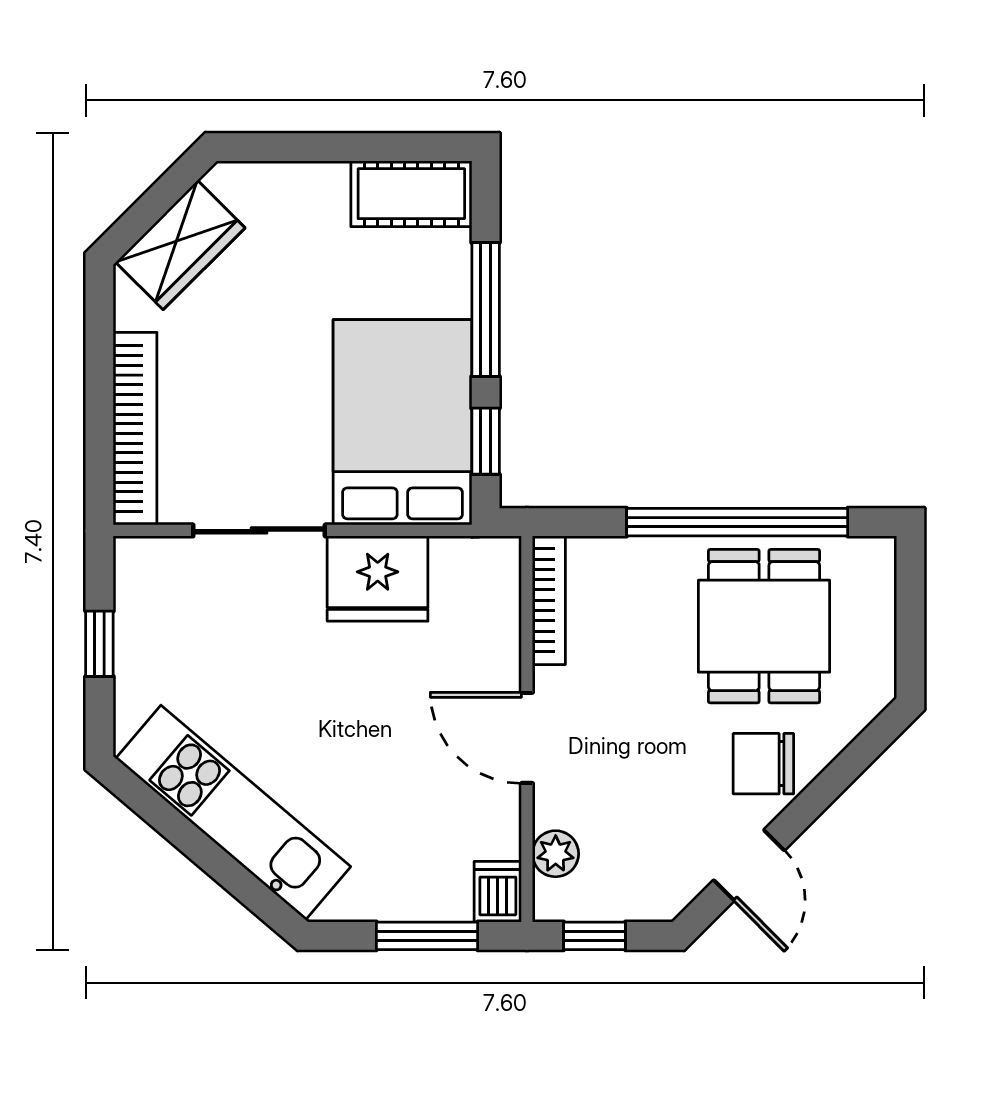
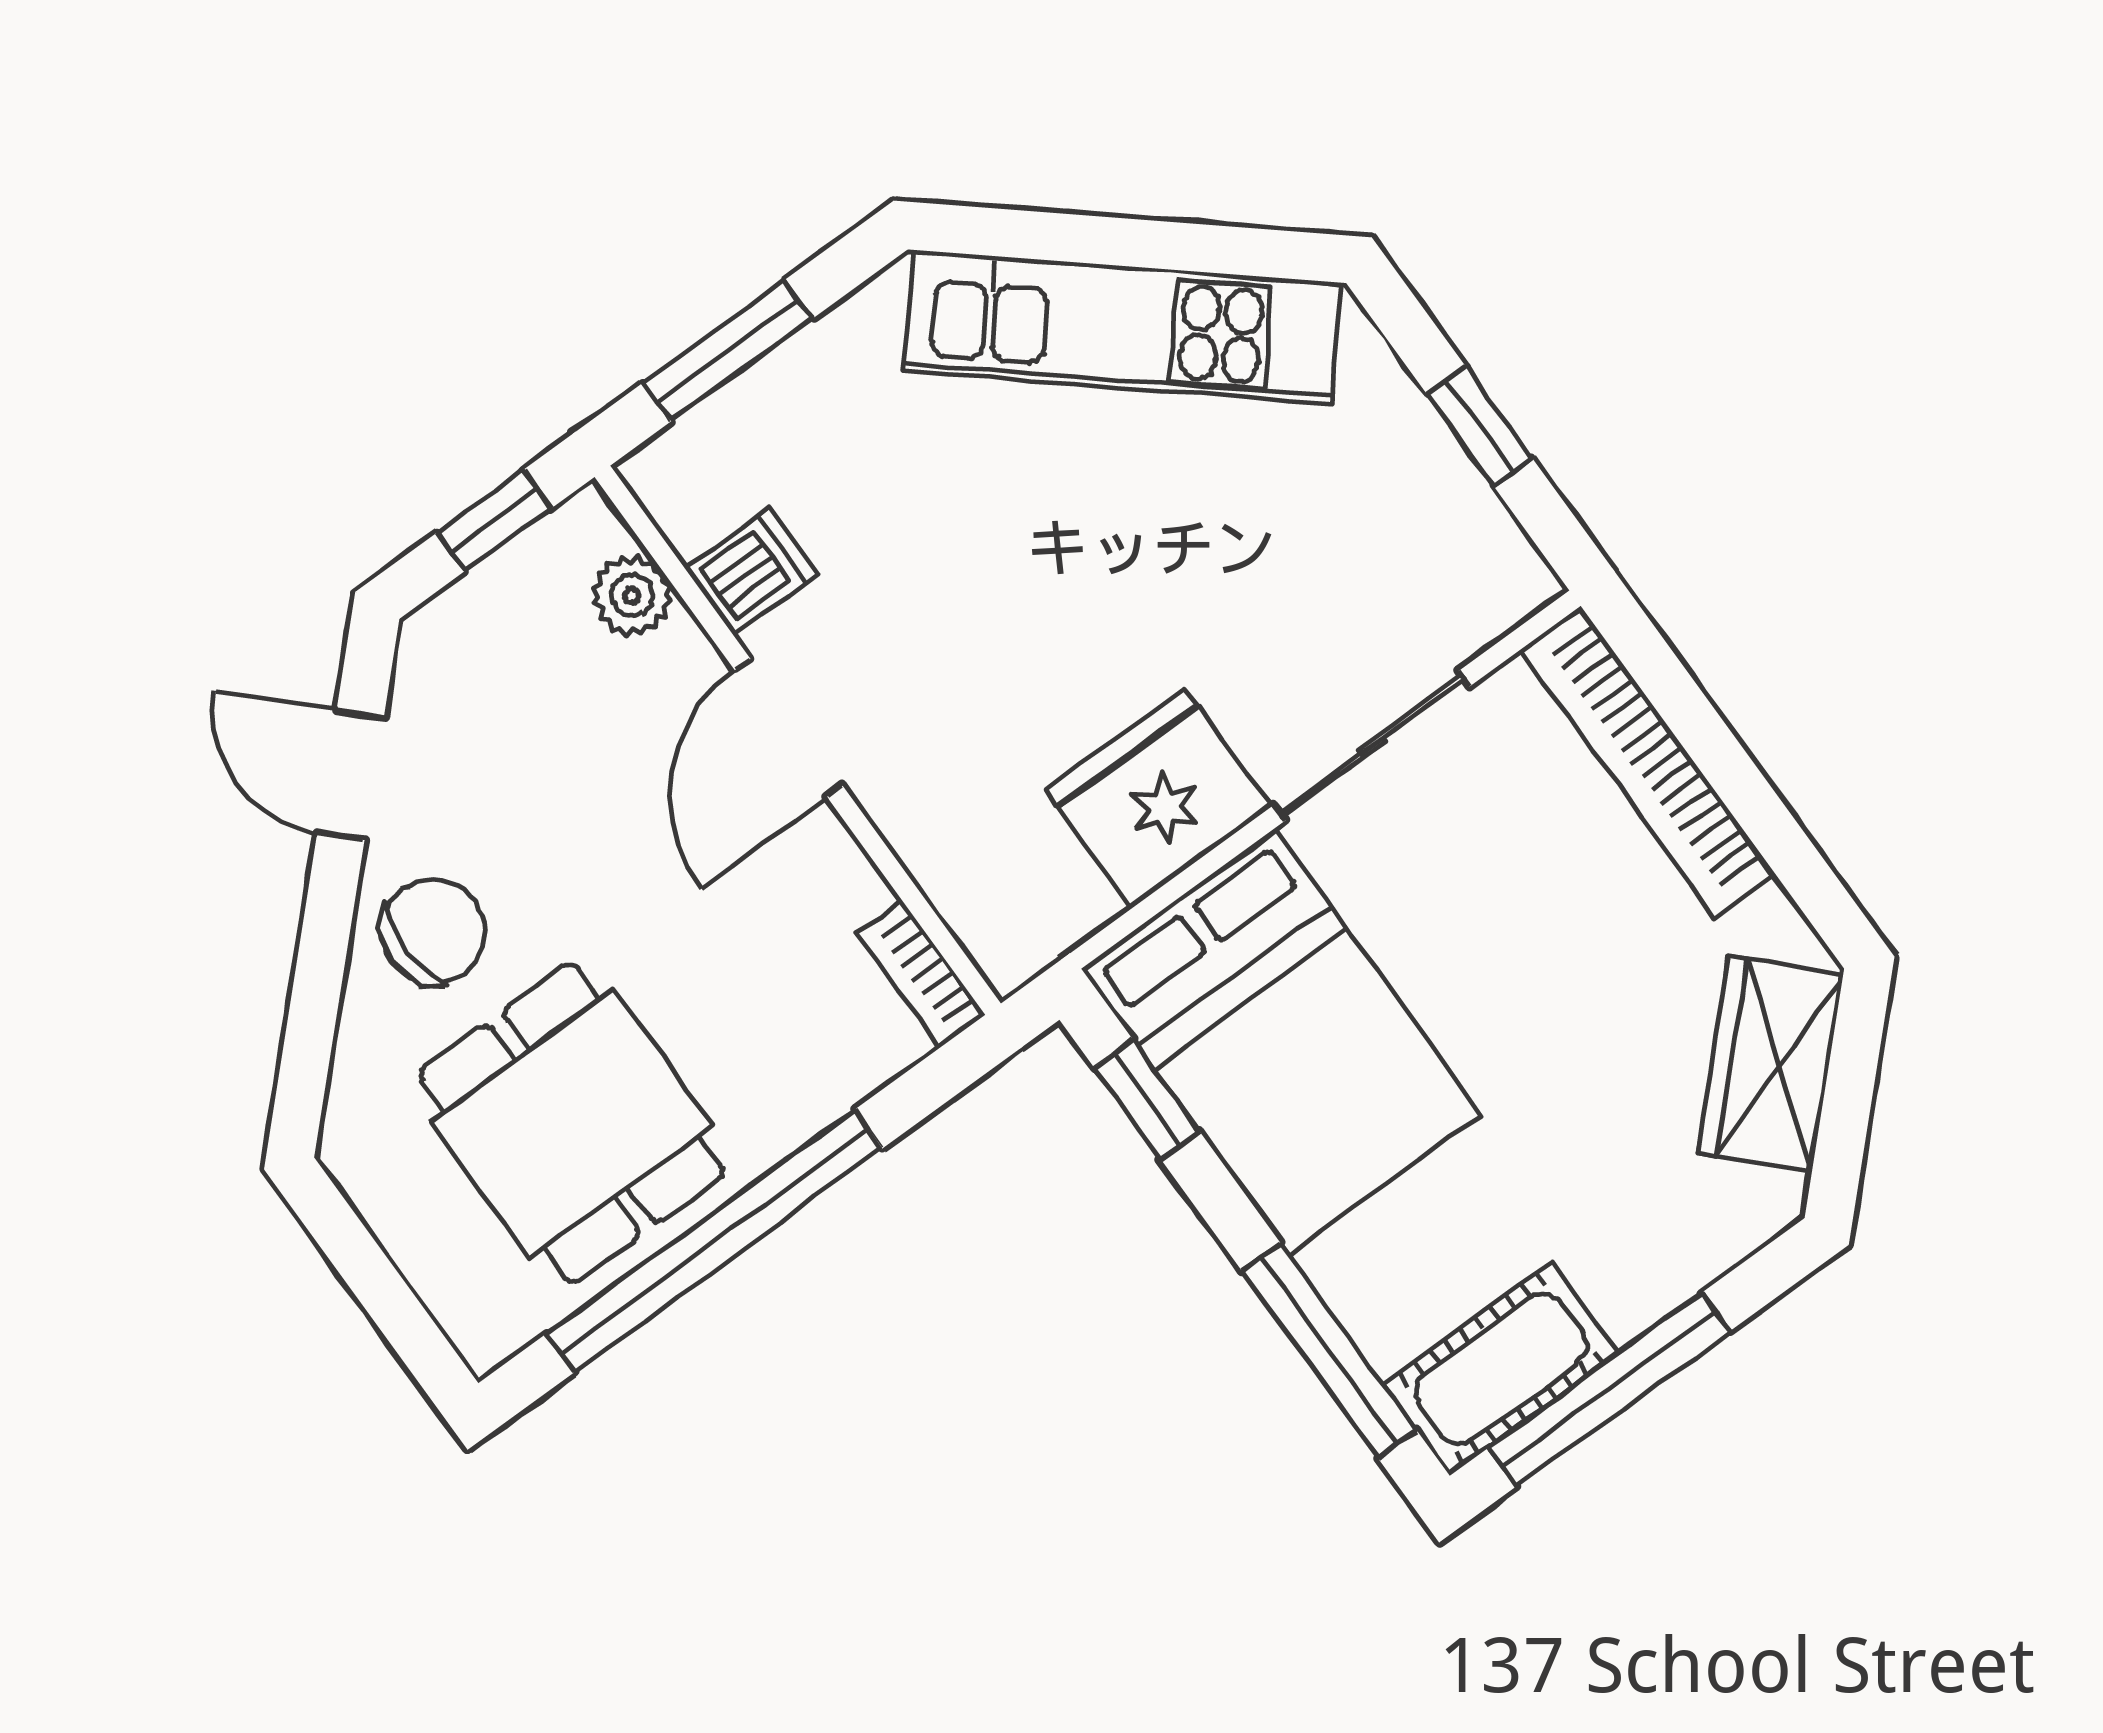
window: (367, 147) -> (1609, 1389), added
window: (486, 310) -> (1329, 1351), moved
bookcase: (549, 600) -> (921, 974), width x0.64
door: (527, 738) -> (789, 728), swing flipped
dishwasher: (498, 892) -> (751, 571), moved, turned -90

